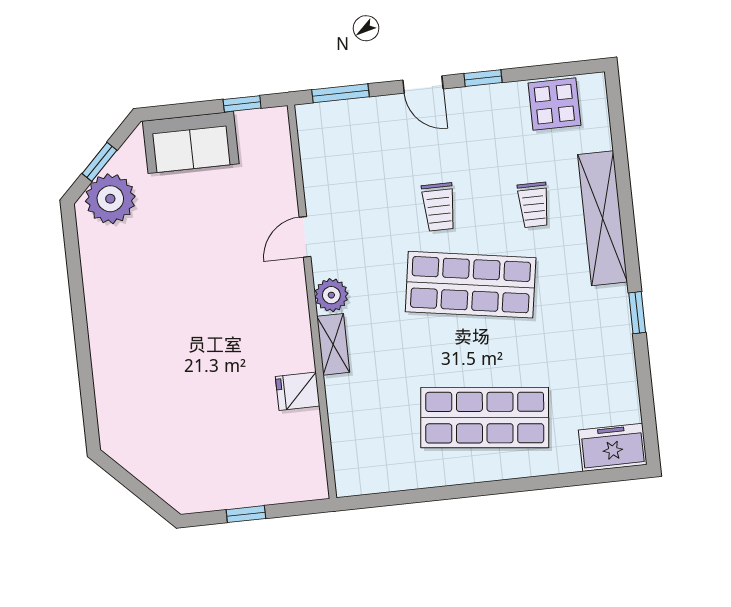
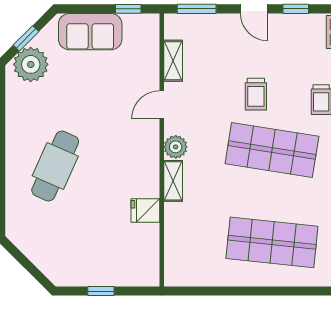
shelving: (315, 171) -> (173, 61), added
cafe table: (161, 341) -> (55, 166), added

